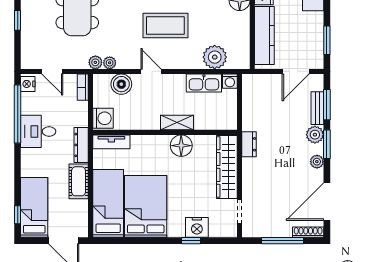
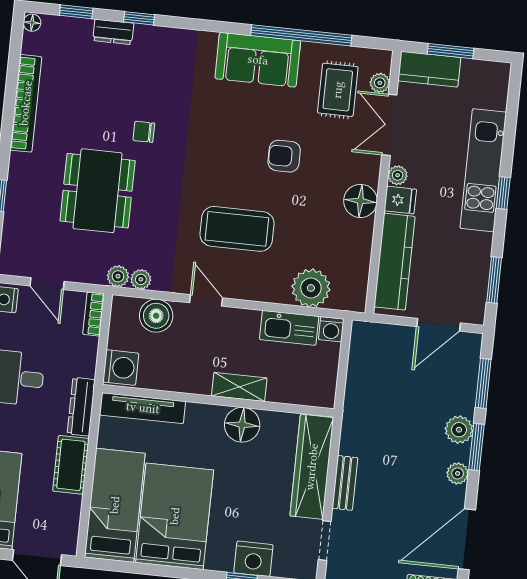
bench: (317, 108) -> (345, 483), moved
tv unit: (111, 142) -> (143, 408), width x1.41
dresser: (249, 144) -> (351, 434), removed

